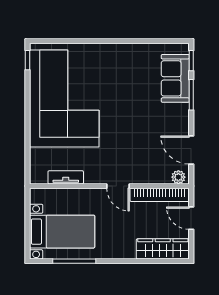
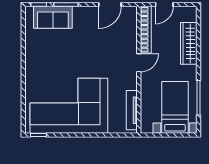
tv unit: (66, 177) -> (132, 110), width x1.41
plant: (178, 177) -> (132, 15), removed
wardrobe: (163, 249) -> (189, 43), moved

